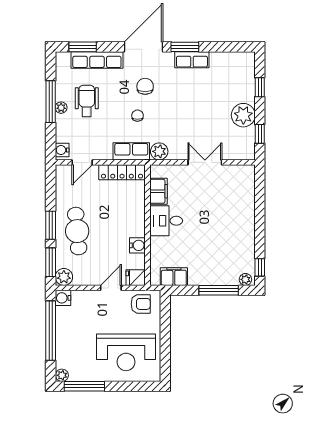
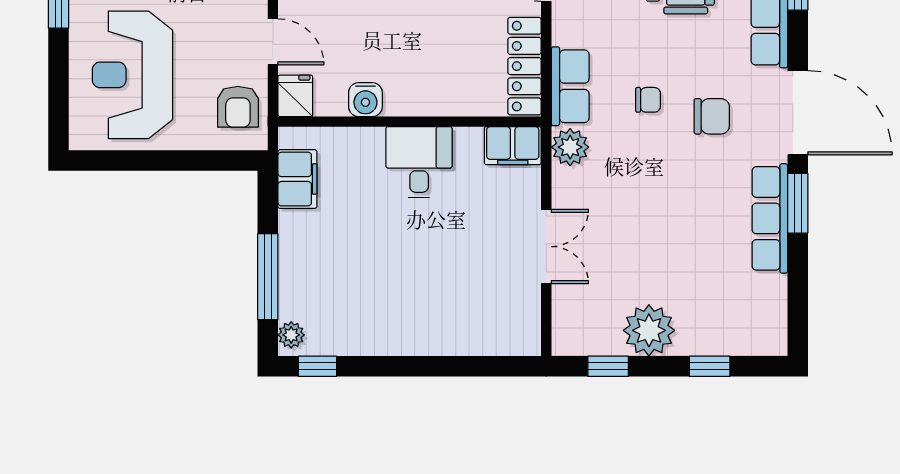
row of seats: (192, 60) -> (770, 218), width x1.48
filing cabinet: (159, 191) -> (513, 146), moved

